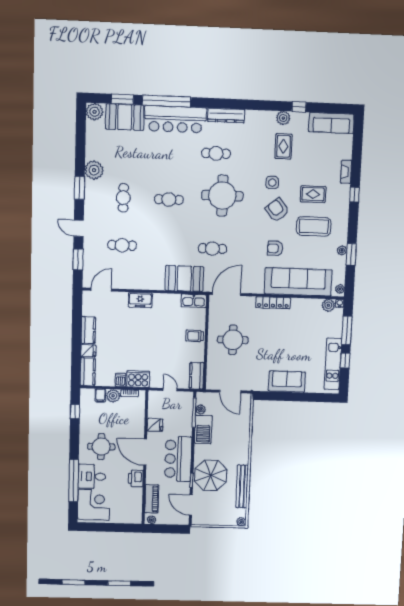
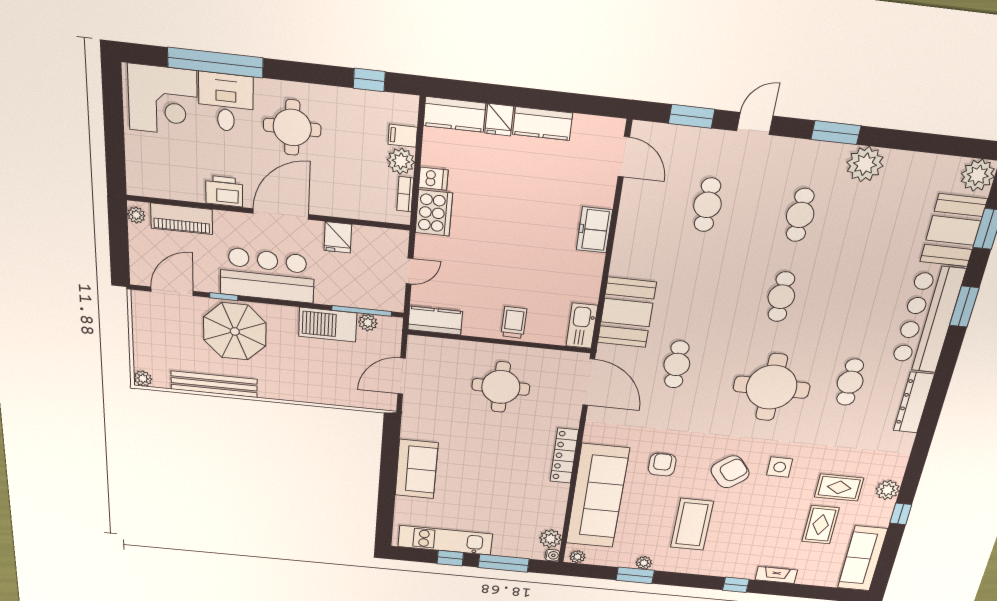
window: (167, 101) -> (964, 307), width x0.47
rug: (313, 194) -> (821, 525), moved
cafe table: (123, 198) -> (800, 215), turned 90

